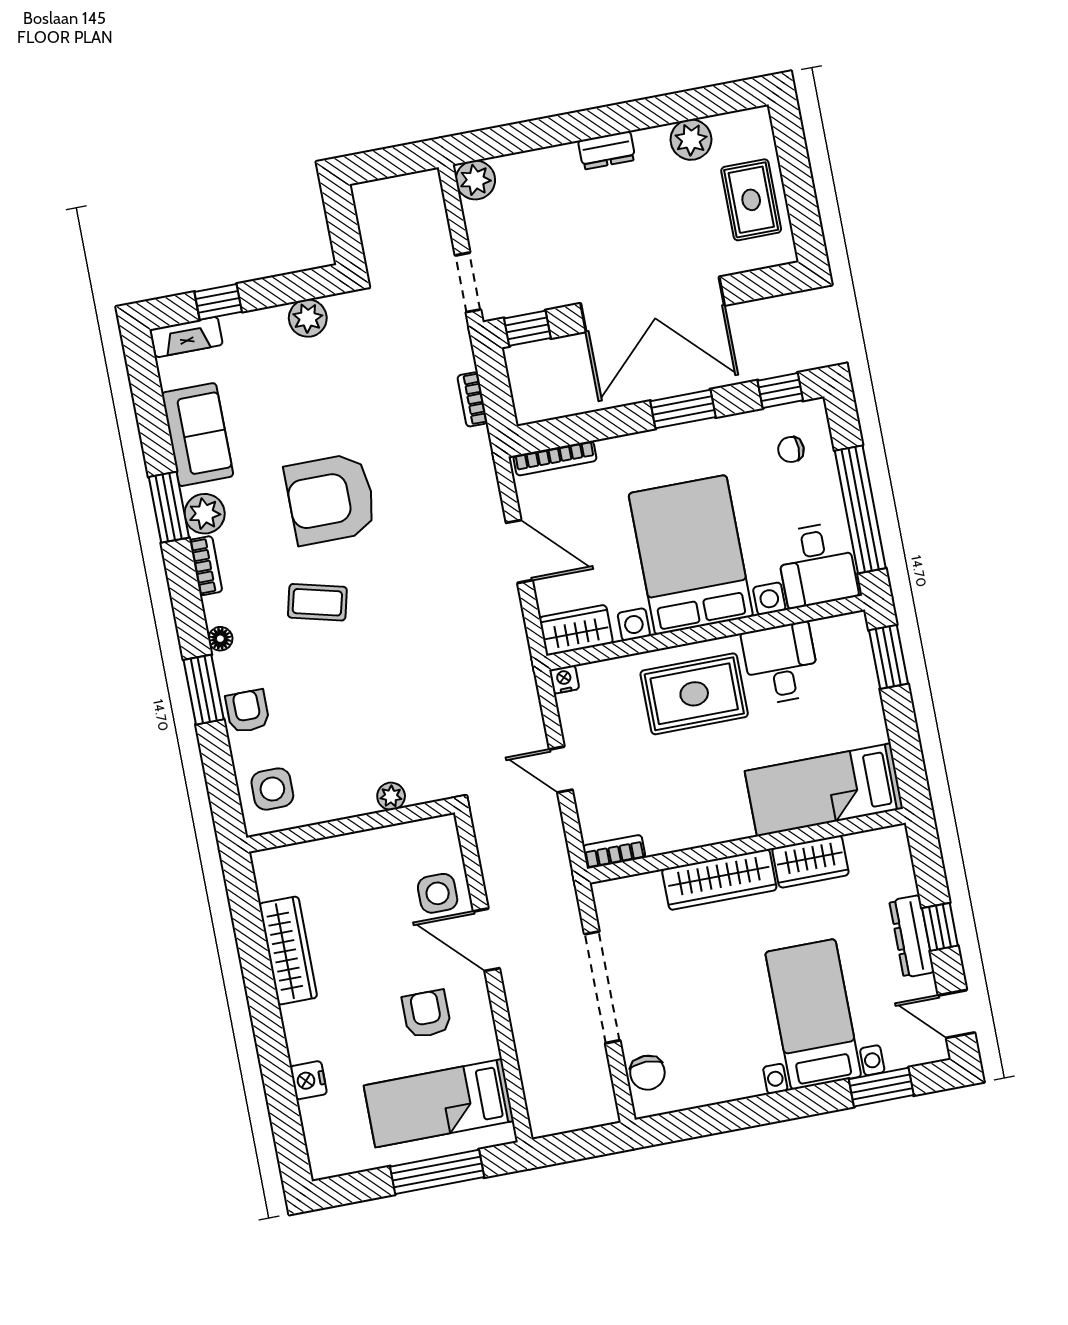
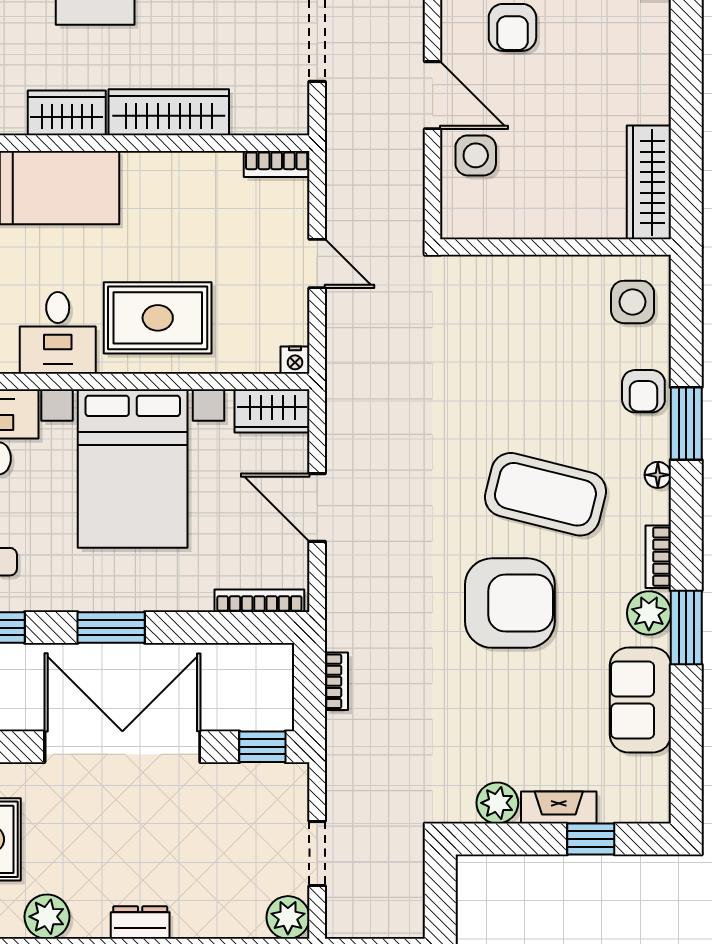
doorway: (468, 282) -> (317, 853), moved
fireplace: (186, 337) -> (559, 808), moved
coffee table: (317, 602) -> (545, 494), width x1.86, depth x1.72
plant: (391, 796) -> (506, 270), removed
wardrobe: (288, 951) -> (649, 182), moved

